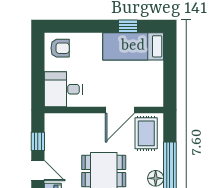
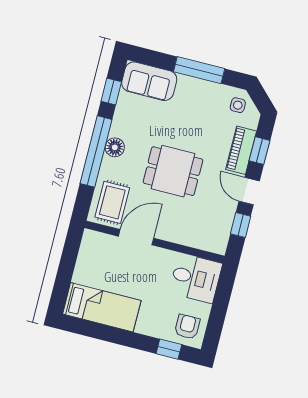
window: (128, 26) -> (169, 349), moved
armchair: (60, 48) -> (187, 327), turned 90

